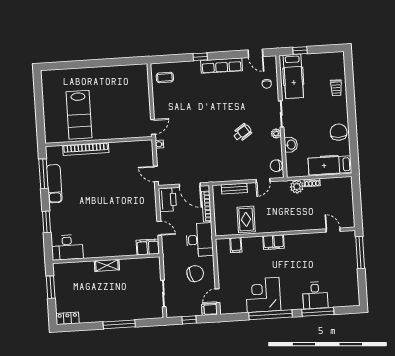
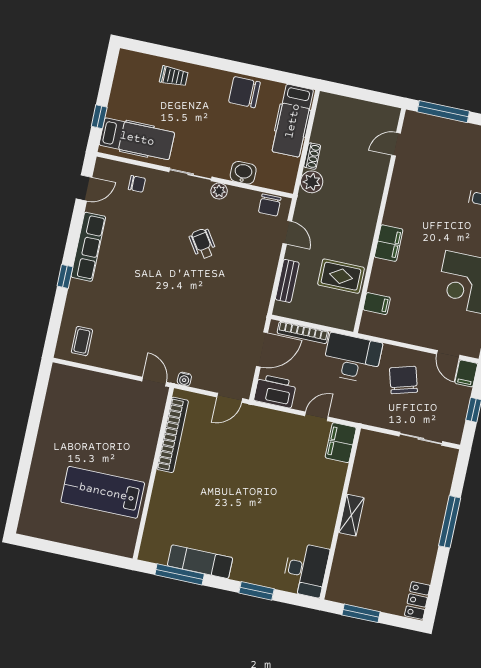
lab bench: (79, 115) -> (103, 492), turned 180
bookcase: (86, 149) -> (173, 435), moved

